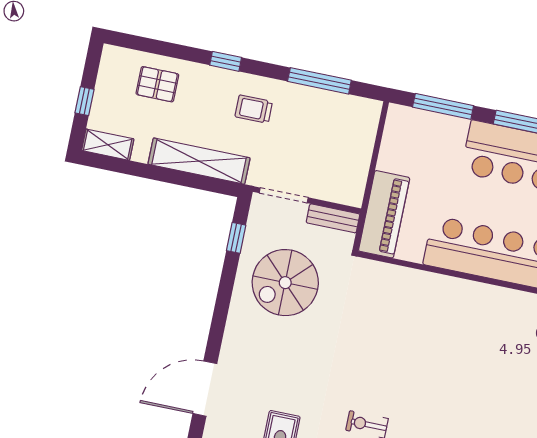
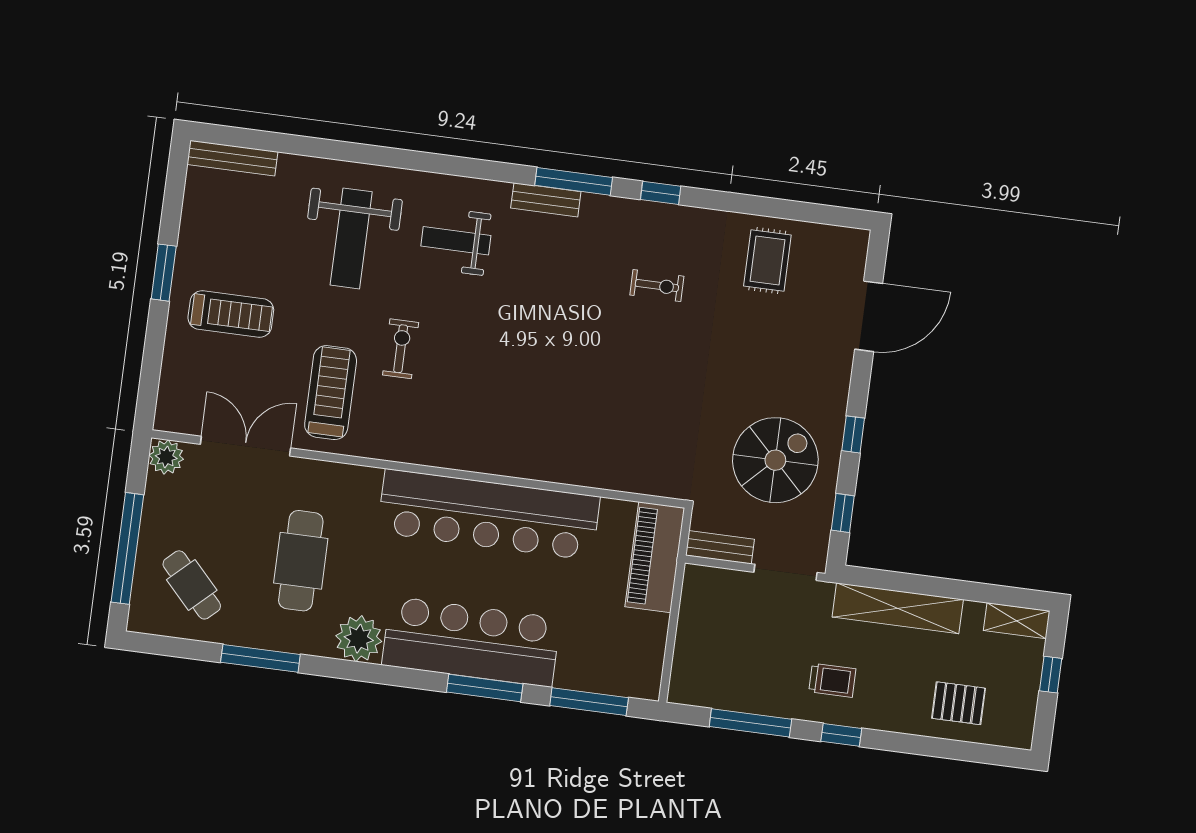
window: (226, 61) -> (841, 735), moved
window: (224, 298) -> (853, 434), added

